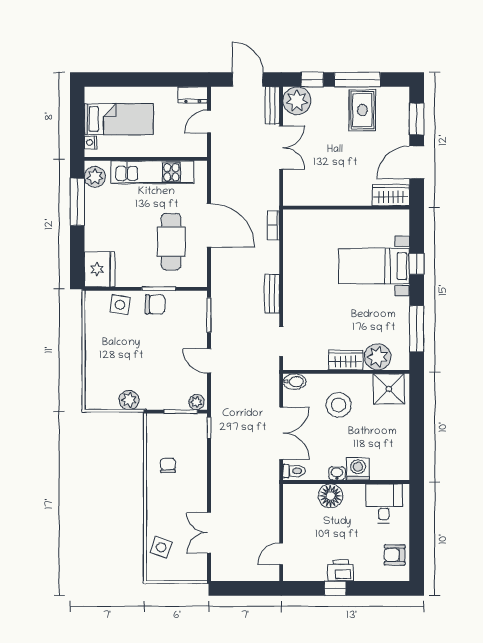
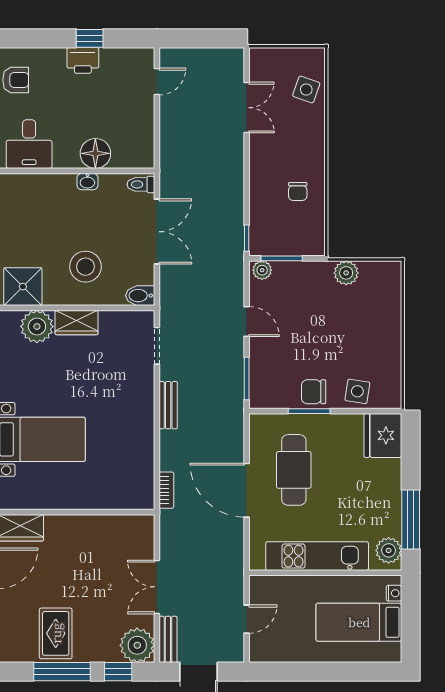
dresser: (193, 95) -> (267, 652), removed
double door: (281, 433) -> (157, 232), swing flipped
washing machine: (358, 469) -> (61, 187), removed

